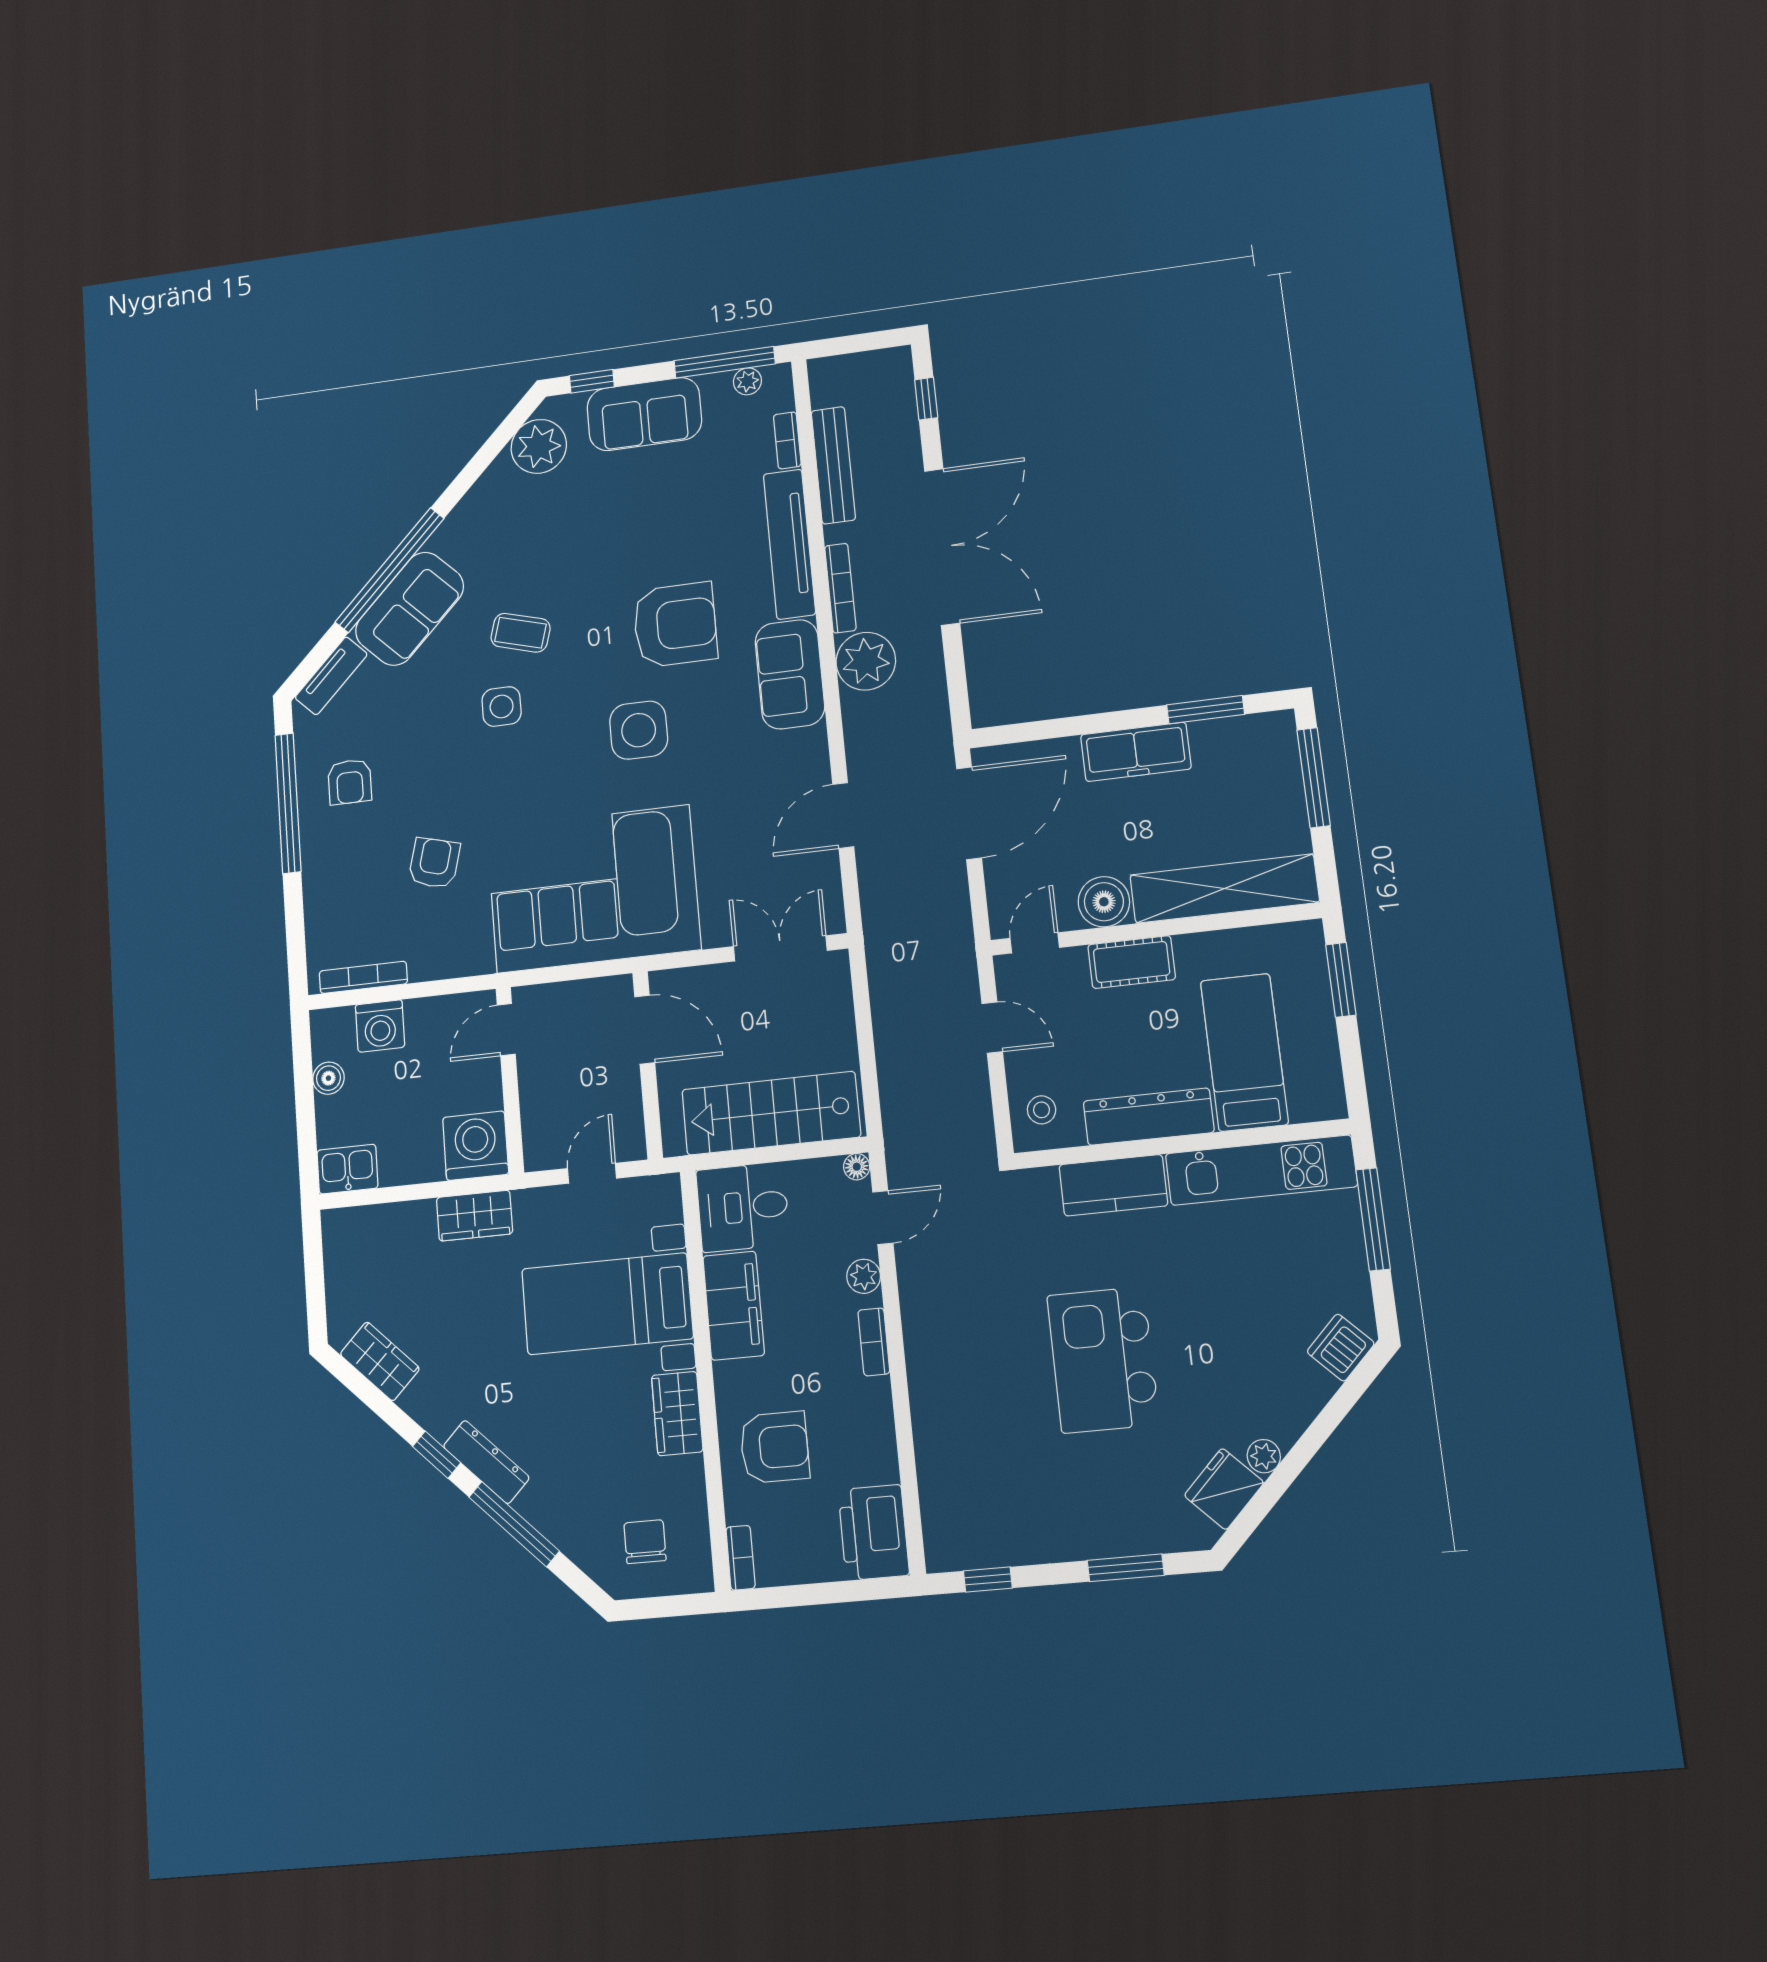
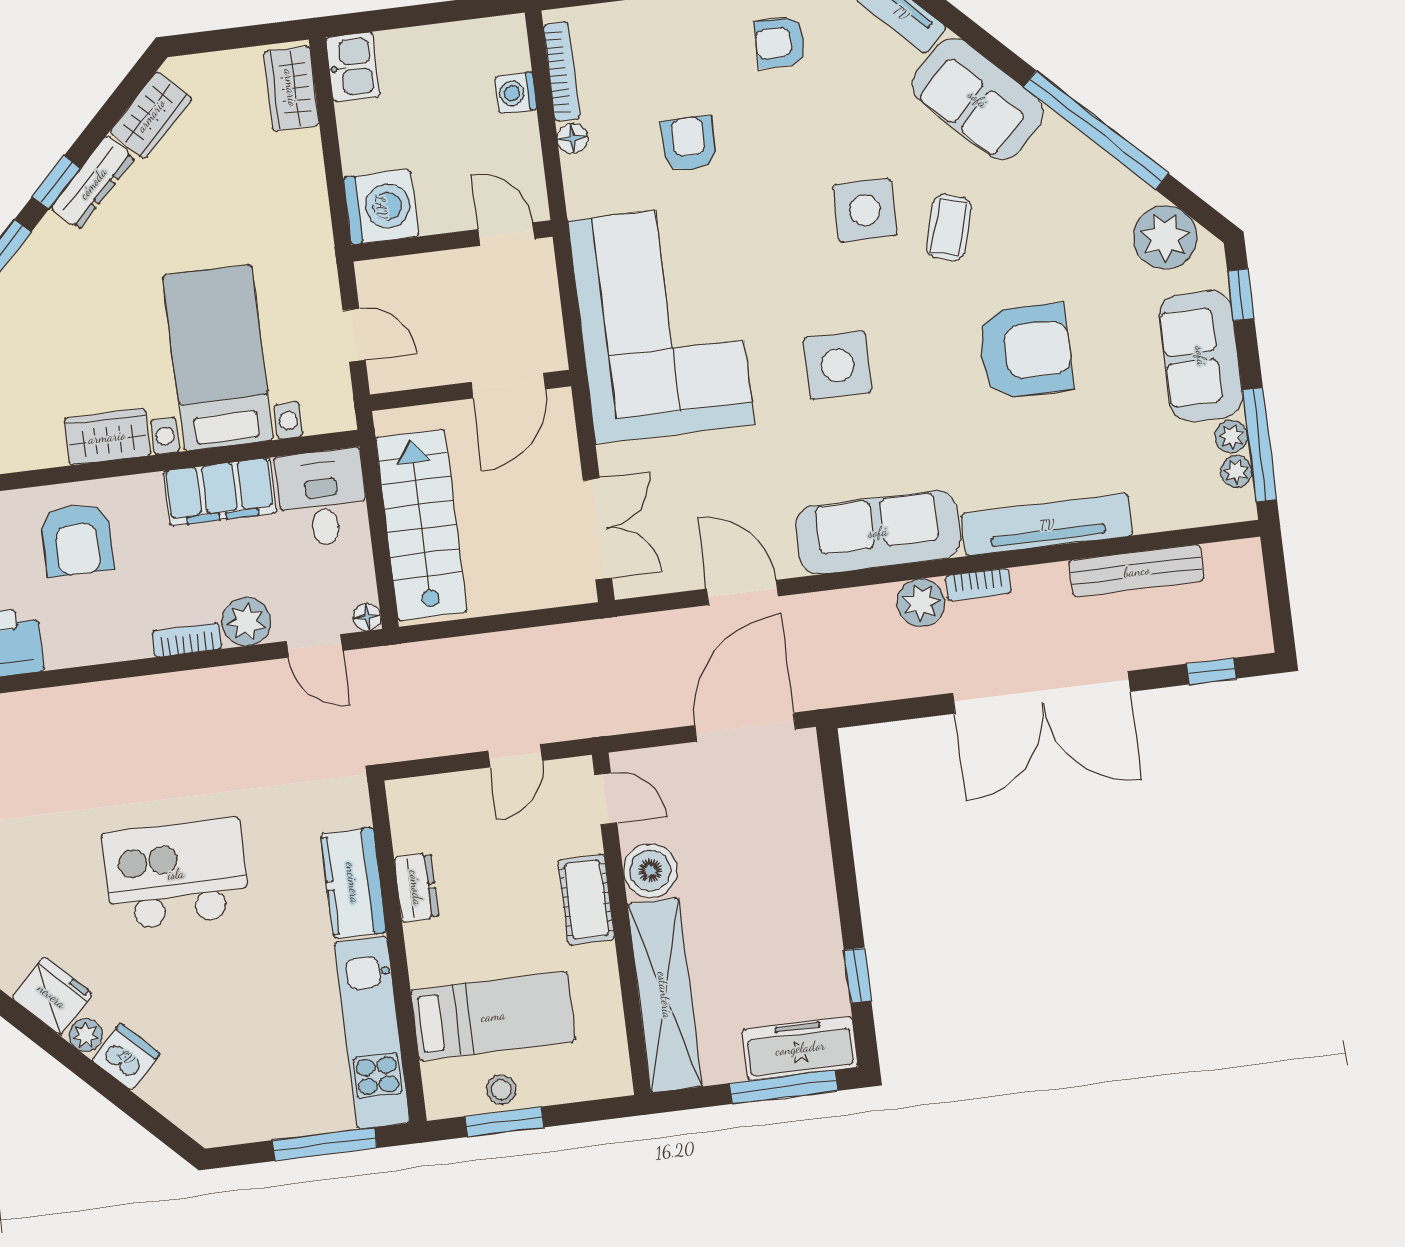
plant: (716, 386) -> (1231, 437), added
bookcase: (787, 440) -> (1166, 518), removed
window: (390, 570) -> (1096, 130), moved
bookcase: (840, 588) -> (978, 585), width x0.64
armchair: (675, 625) -> (1025, 351), moved, turned -90
plant: (866, 661) -> (921, 603), width x0.73, depth x0.73
sofa: (790, 674) -> (878, 532), width x1.36
side table: (502, 707) -> (865, 210), width x1.37, depth x1.37
window: (1206, 710) -> (858, 975), width x0.67
freezer: (1136, 752) -> (800, 1048), moved, turned 90
door: (969, 813) -> (745, 727), swing flipped
armchair: (434, 863) -> (689, 144), turned -105
floor lamp: (423, 968) -> (573, 138), added
window: (1341, 980) -> (505, 1122), moved
washing machine: (380, 1026) -> (516, 93), width x0.73, depth x0.73
boiler: (328, 1078) -> (451, 39), removed
stool: (1042, 1110) -> (501, 1090), moved
dresser: (1149, 1117) -> (416, 888), width x0.51, depth x0.80
wardrobe: (475, 1216) -> (291, 88), moved
plant: (864, 1276) -> (246, 622), width x1.38, depth x1.38
dishwasher: (1341, 1348) -> (126, 1057), moved
dresser: (486, 1462) -> (93, 183), moved

